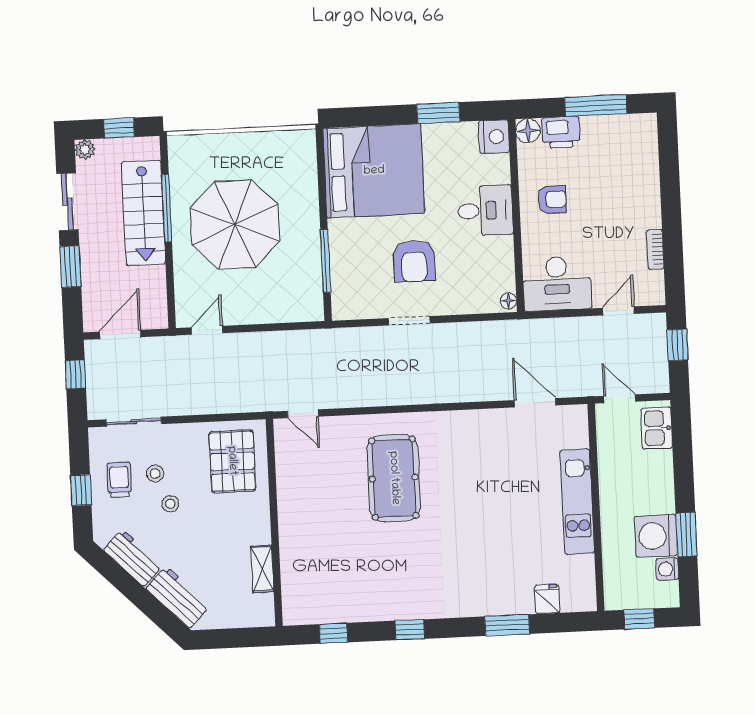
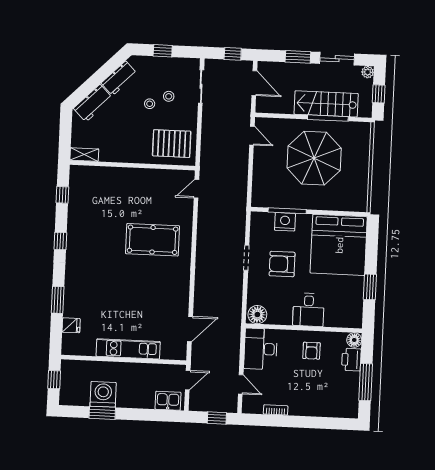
nightstand: (494, 137) -> (285, 222), moved, turned 180
floor lamp: (508, 301) -> (257, 315), width x1.89, depth x1.89
trolley: (119, 480) -> (167, 74), removed
shelving: (262, 569) -> (84, 155), moved
washing machine: (667, 569) -> (82, 399), removed

